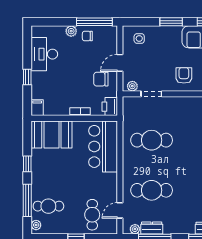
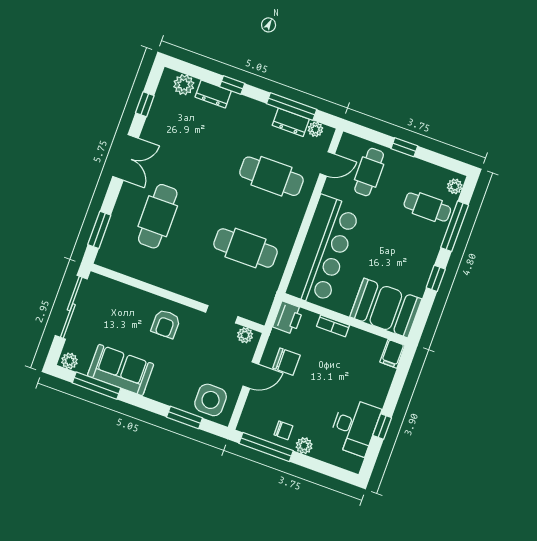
window: (171, 22) -> (185, 417), moved
side table: (139, 38) -> (211, 400), width x1.87, depth x1.87
window: (27, 77) -> (382, 427), moved
bar counter: (103, 146) -> (323, 251), width x1.36

